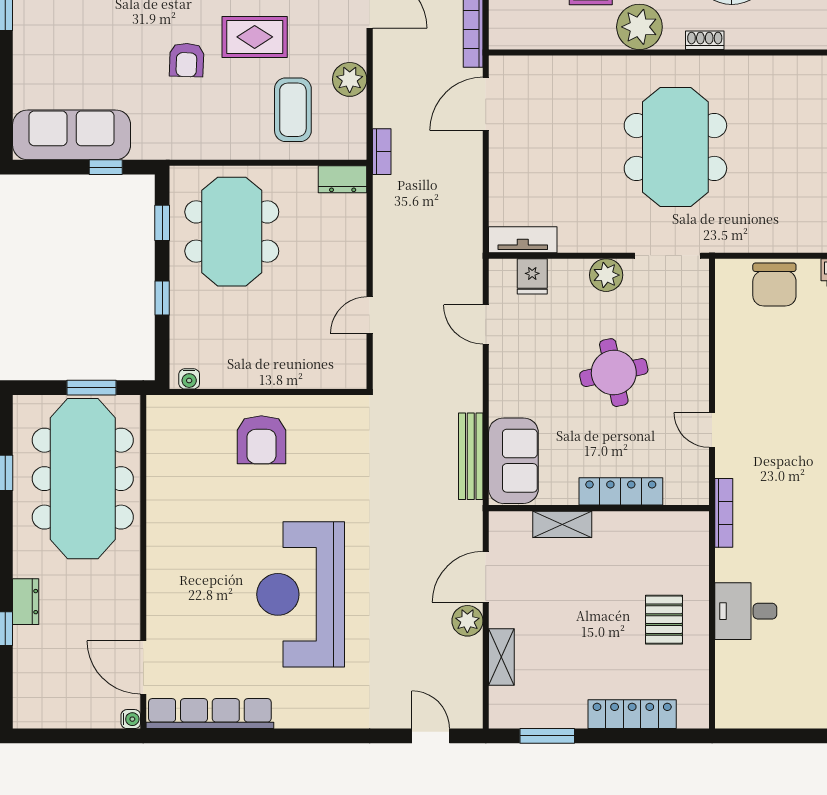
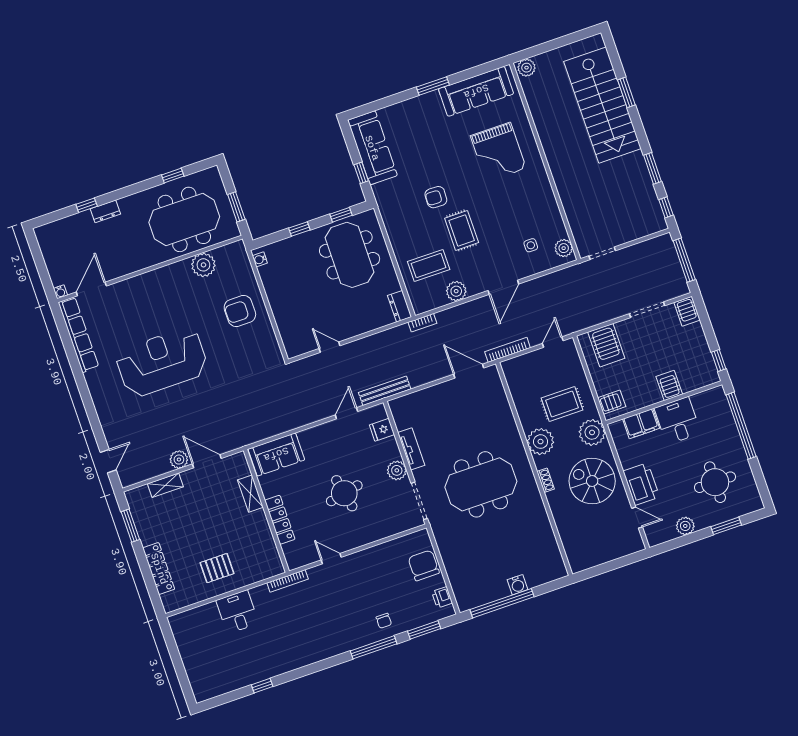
meeting table: (232, 232) -> (350, 255), turned 90
tv unit: (523, 240) -> (411, 449), moved
chair: (774, 285) -> (424, 565), turned 90
door: (712, 430) -> (331, 559), hinge flipped
bench: (471, 456) -> (385, 391), moved
plant: (167, 473) -> (203, 265), added
meeting table: (83, 479) -> (184, 219), width x0.73

